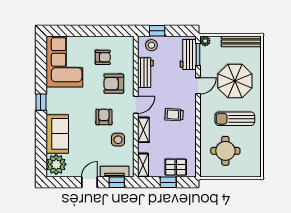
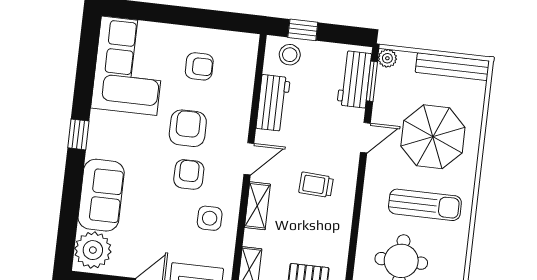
armchair: (114, 84) -> (188, 128), moved, turned 90
sun lounger: (235, 119) -> (425, 205), turned 180

